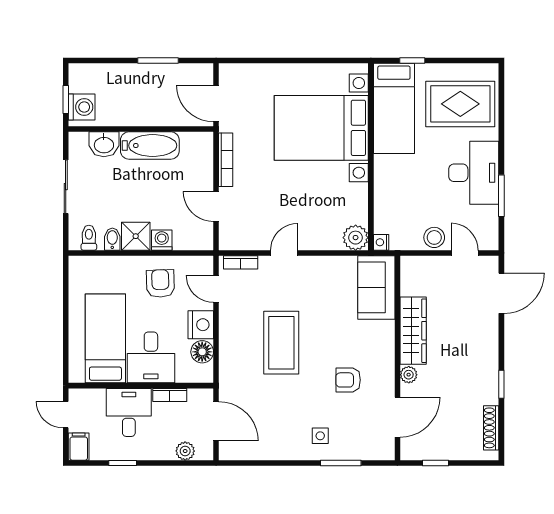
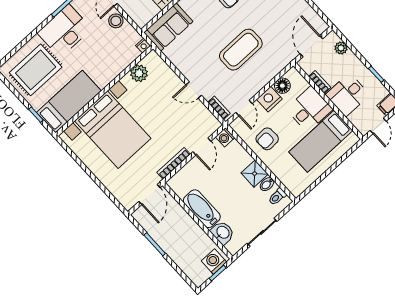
rug: (460, 104) -> (36, 70), turned 90
plant: (356, 238) -> (139, 73), moved
washing machine: (162, 240) -> (225, 137), moved

